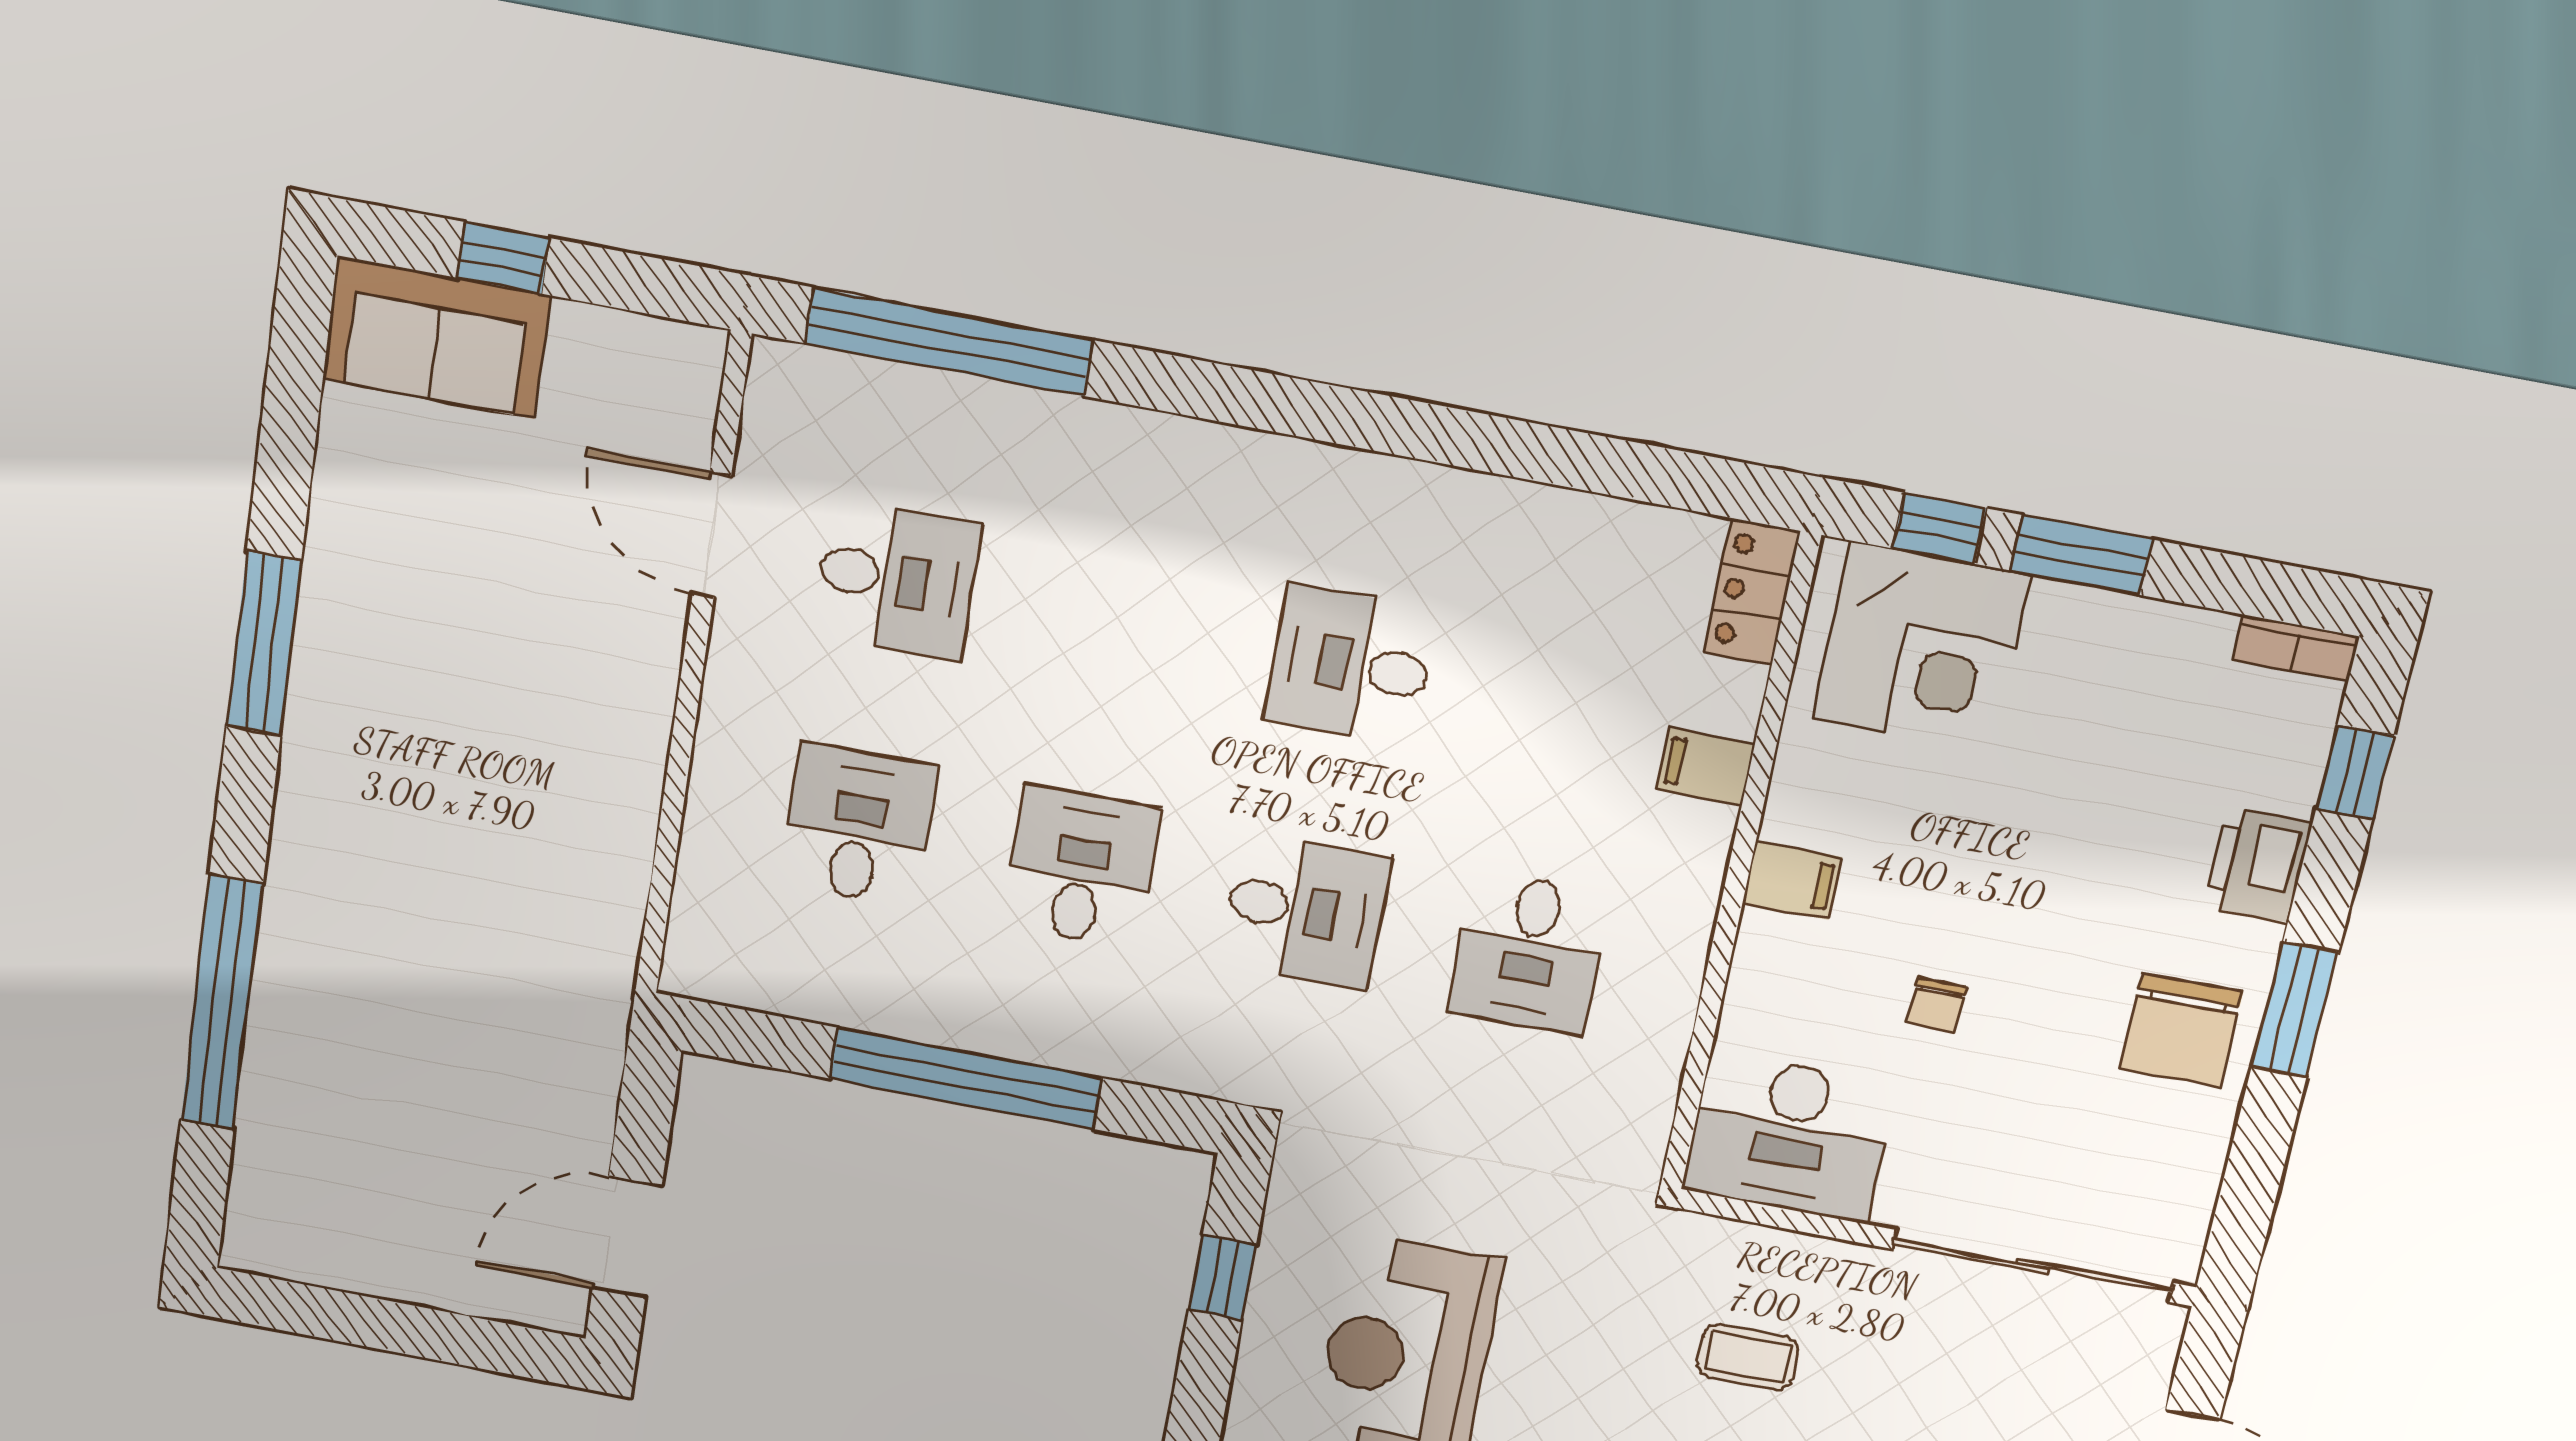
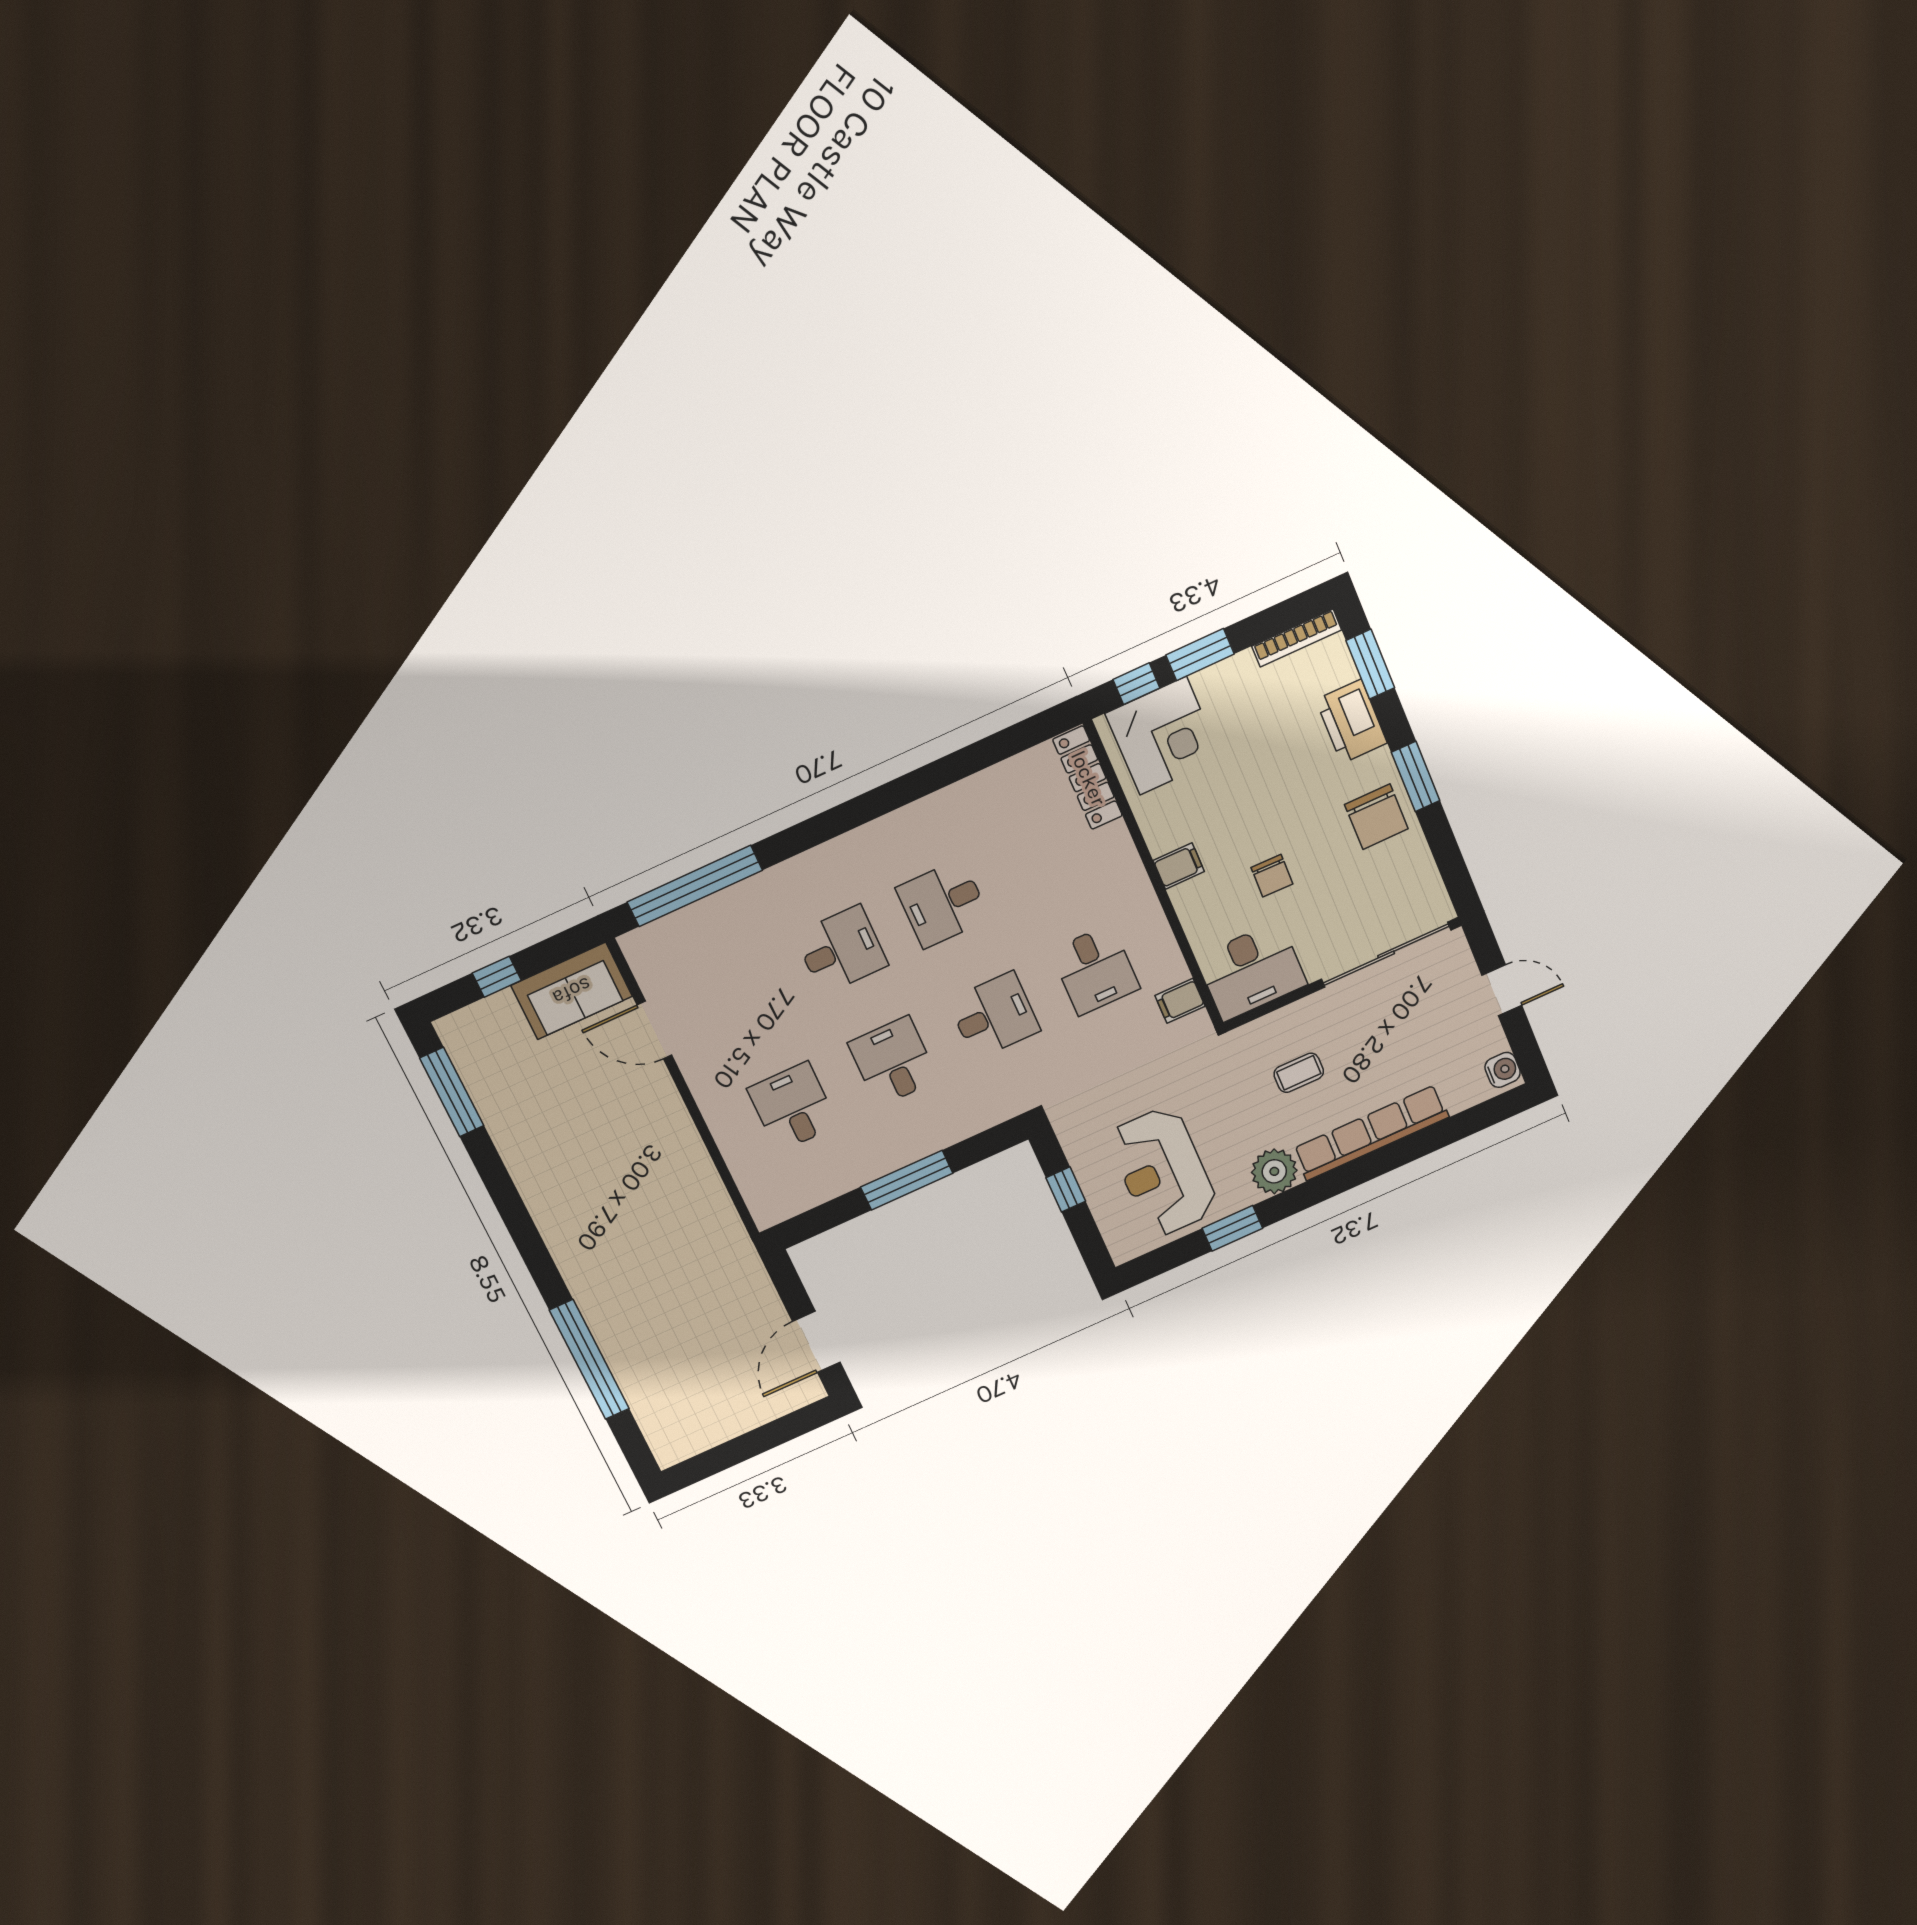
sofa: (436, 337) -> (572, 991), moved
desk: (897, 579) -> (841, 950), moved
locker: (1752, 592) -> (1088, 778), width x1.53
window: (264, 644) -> (452, 1092), moved
bookcase: (2296, 648) -> (1297, 638), width x1.56
filing cabinet: (1706, 766) -> (1180, 1001), moved
window: (2355, 772) -> (1370, 664), width x1.50
printer: (2258, 865) -> (1351, 721), width x1.37, depth x1.19
chair: (1937, 1005) -> (1272, 876), width x1.37, depth x1.37
window: (966, 1078) -> (907, 1180), width x0.68

